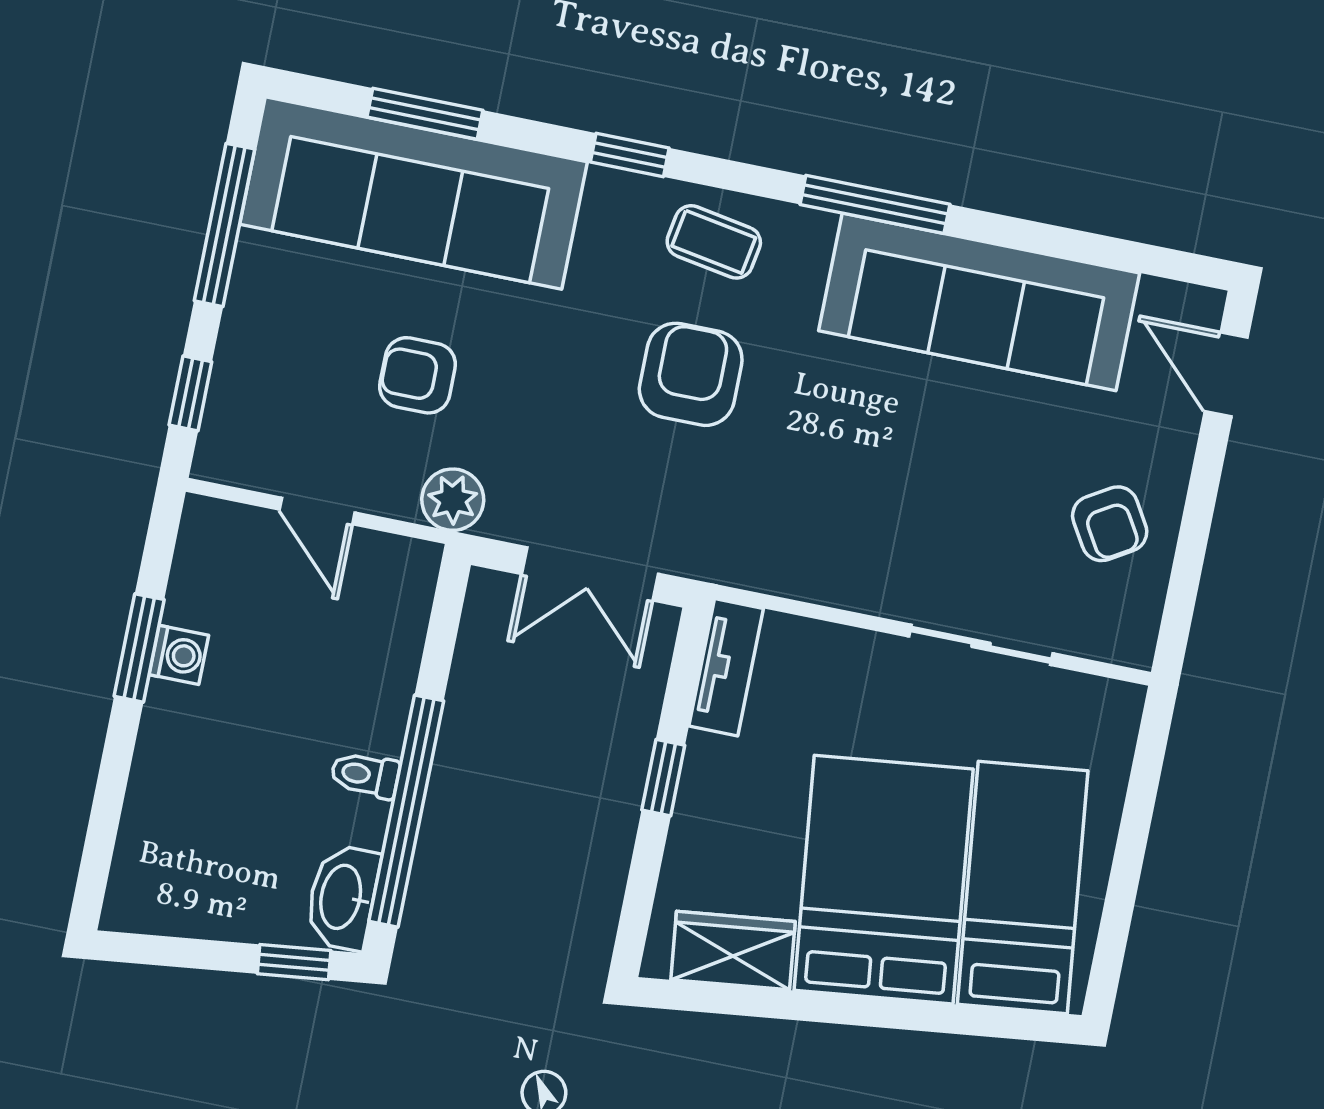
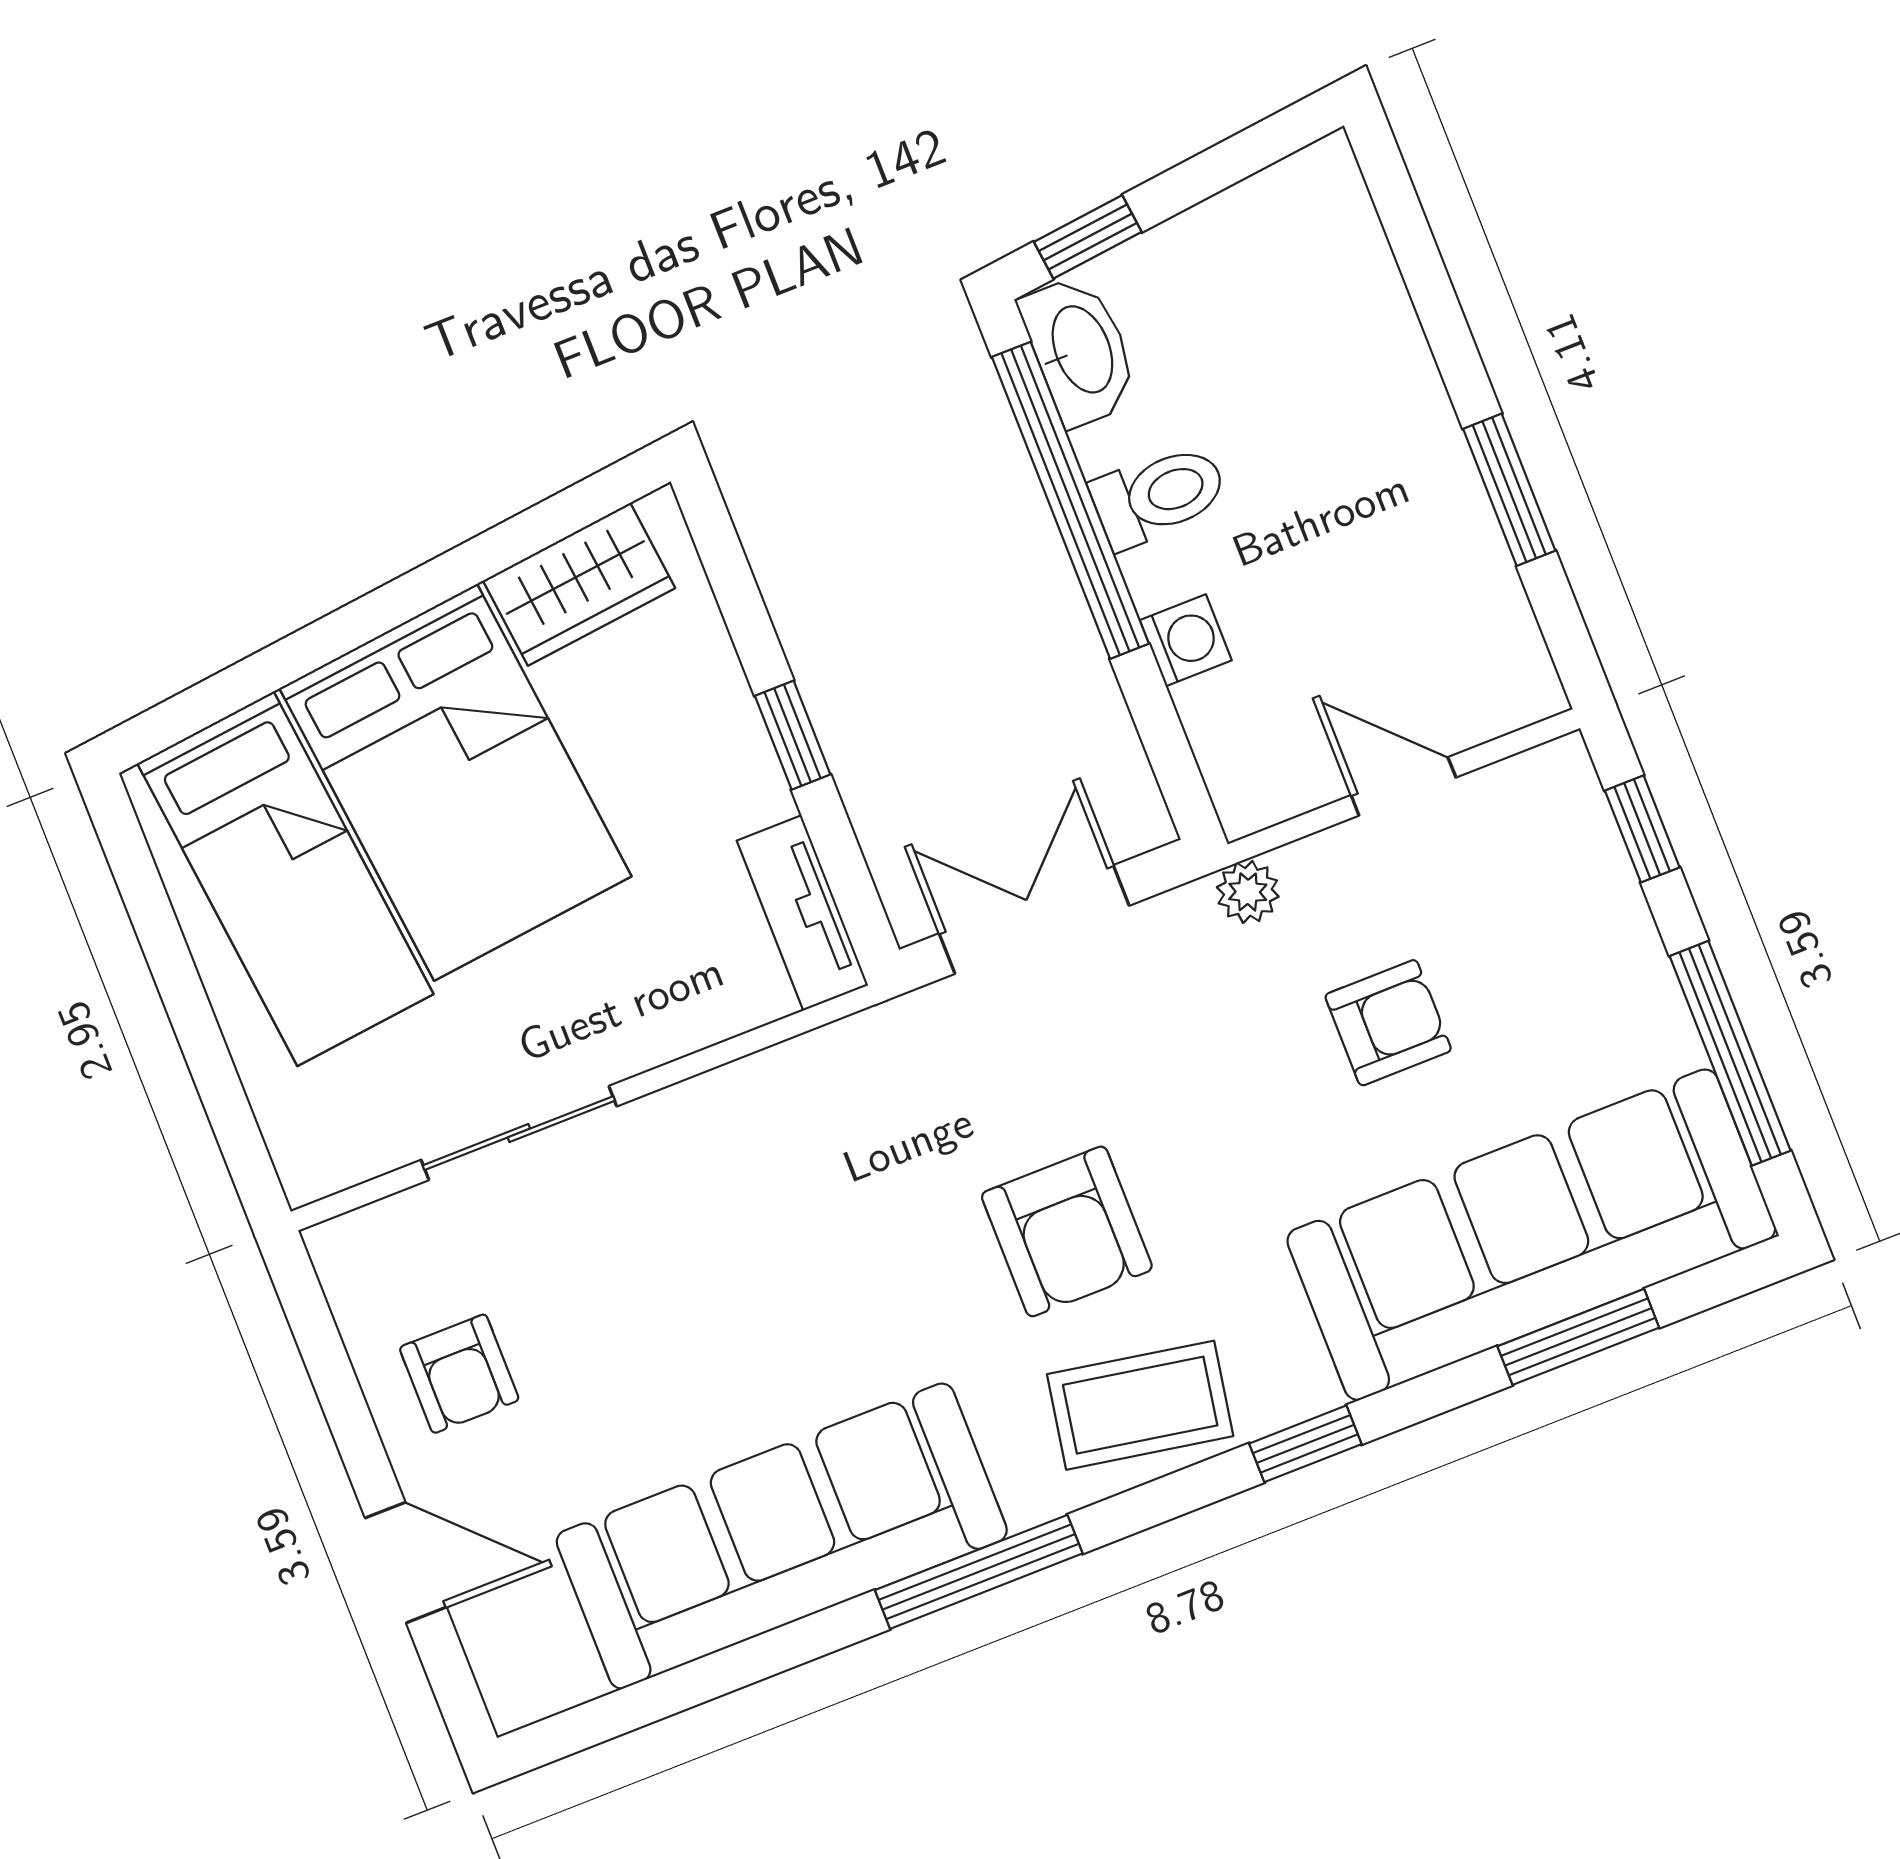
coffee table: (714, 242) -> (1140, 1405), width x1.36, depth x1.30
door: (1226, 374) -> (406, 1563), moved
plant: (453, 500) -> (1248, 892), width x0.73, depth x0.73
armchair: (1110, 524) -> (459, 1374), turned -149
washing machine: (179, 655) -> (1186, 640), moved, turned 180
toilet: (365, 775) -> (1159, 496), width x1.37, depth x1.39

